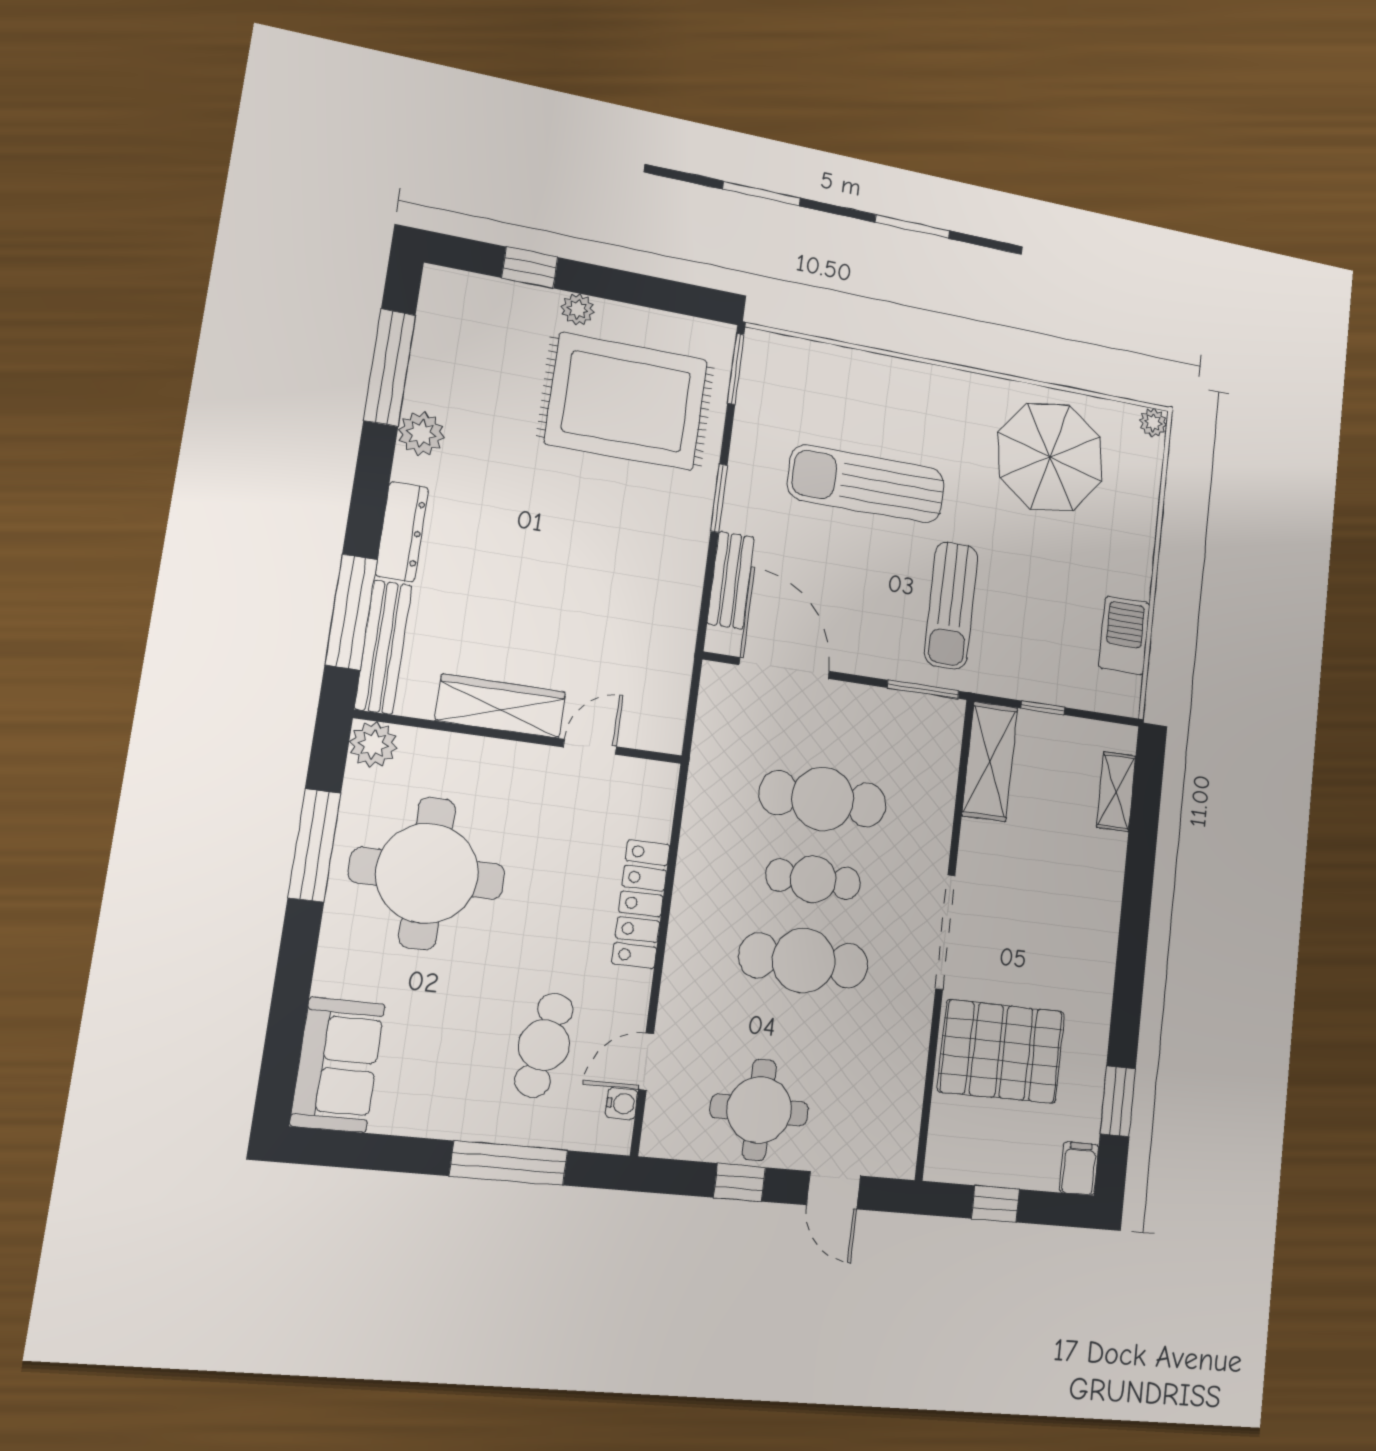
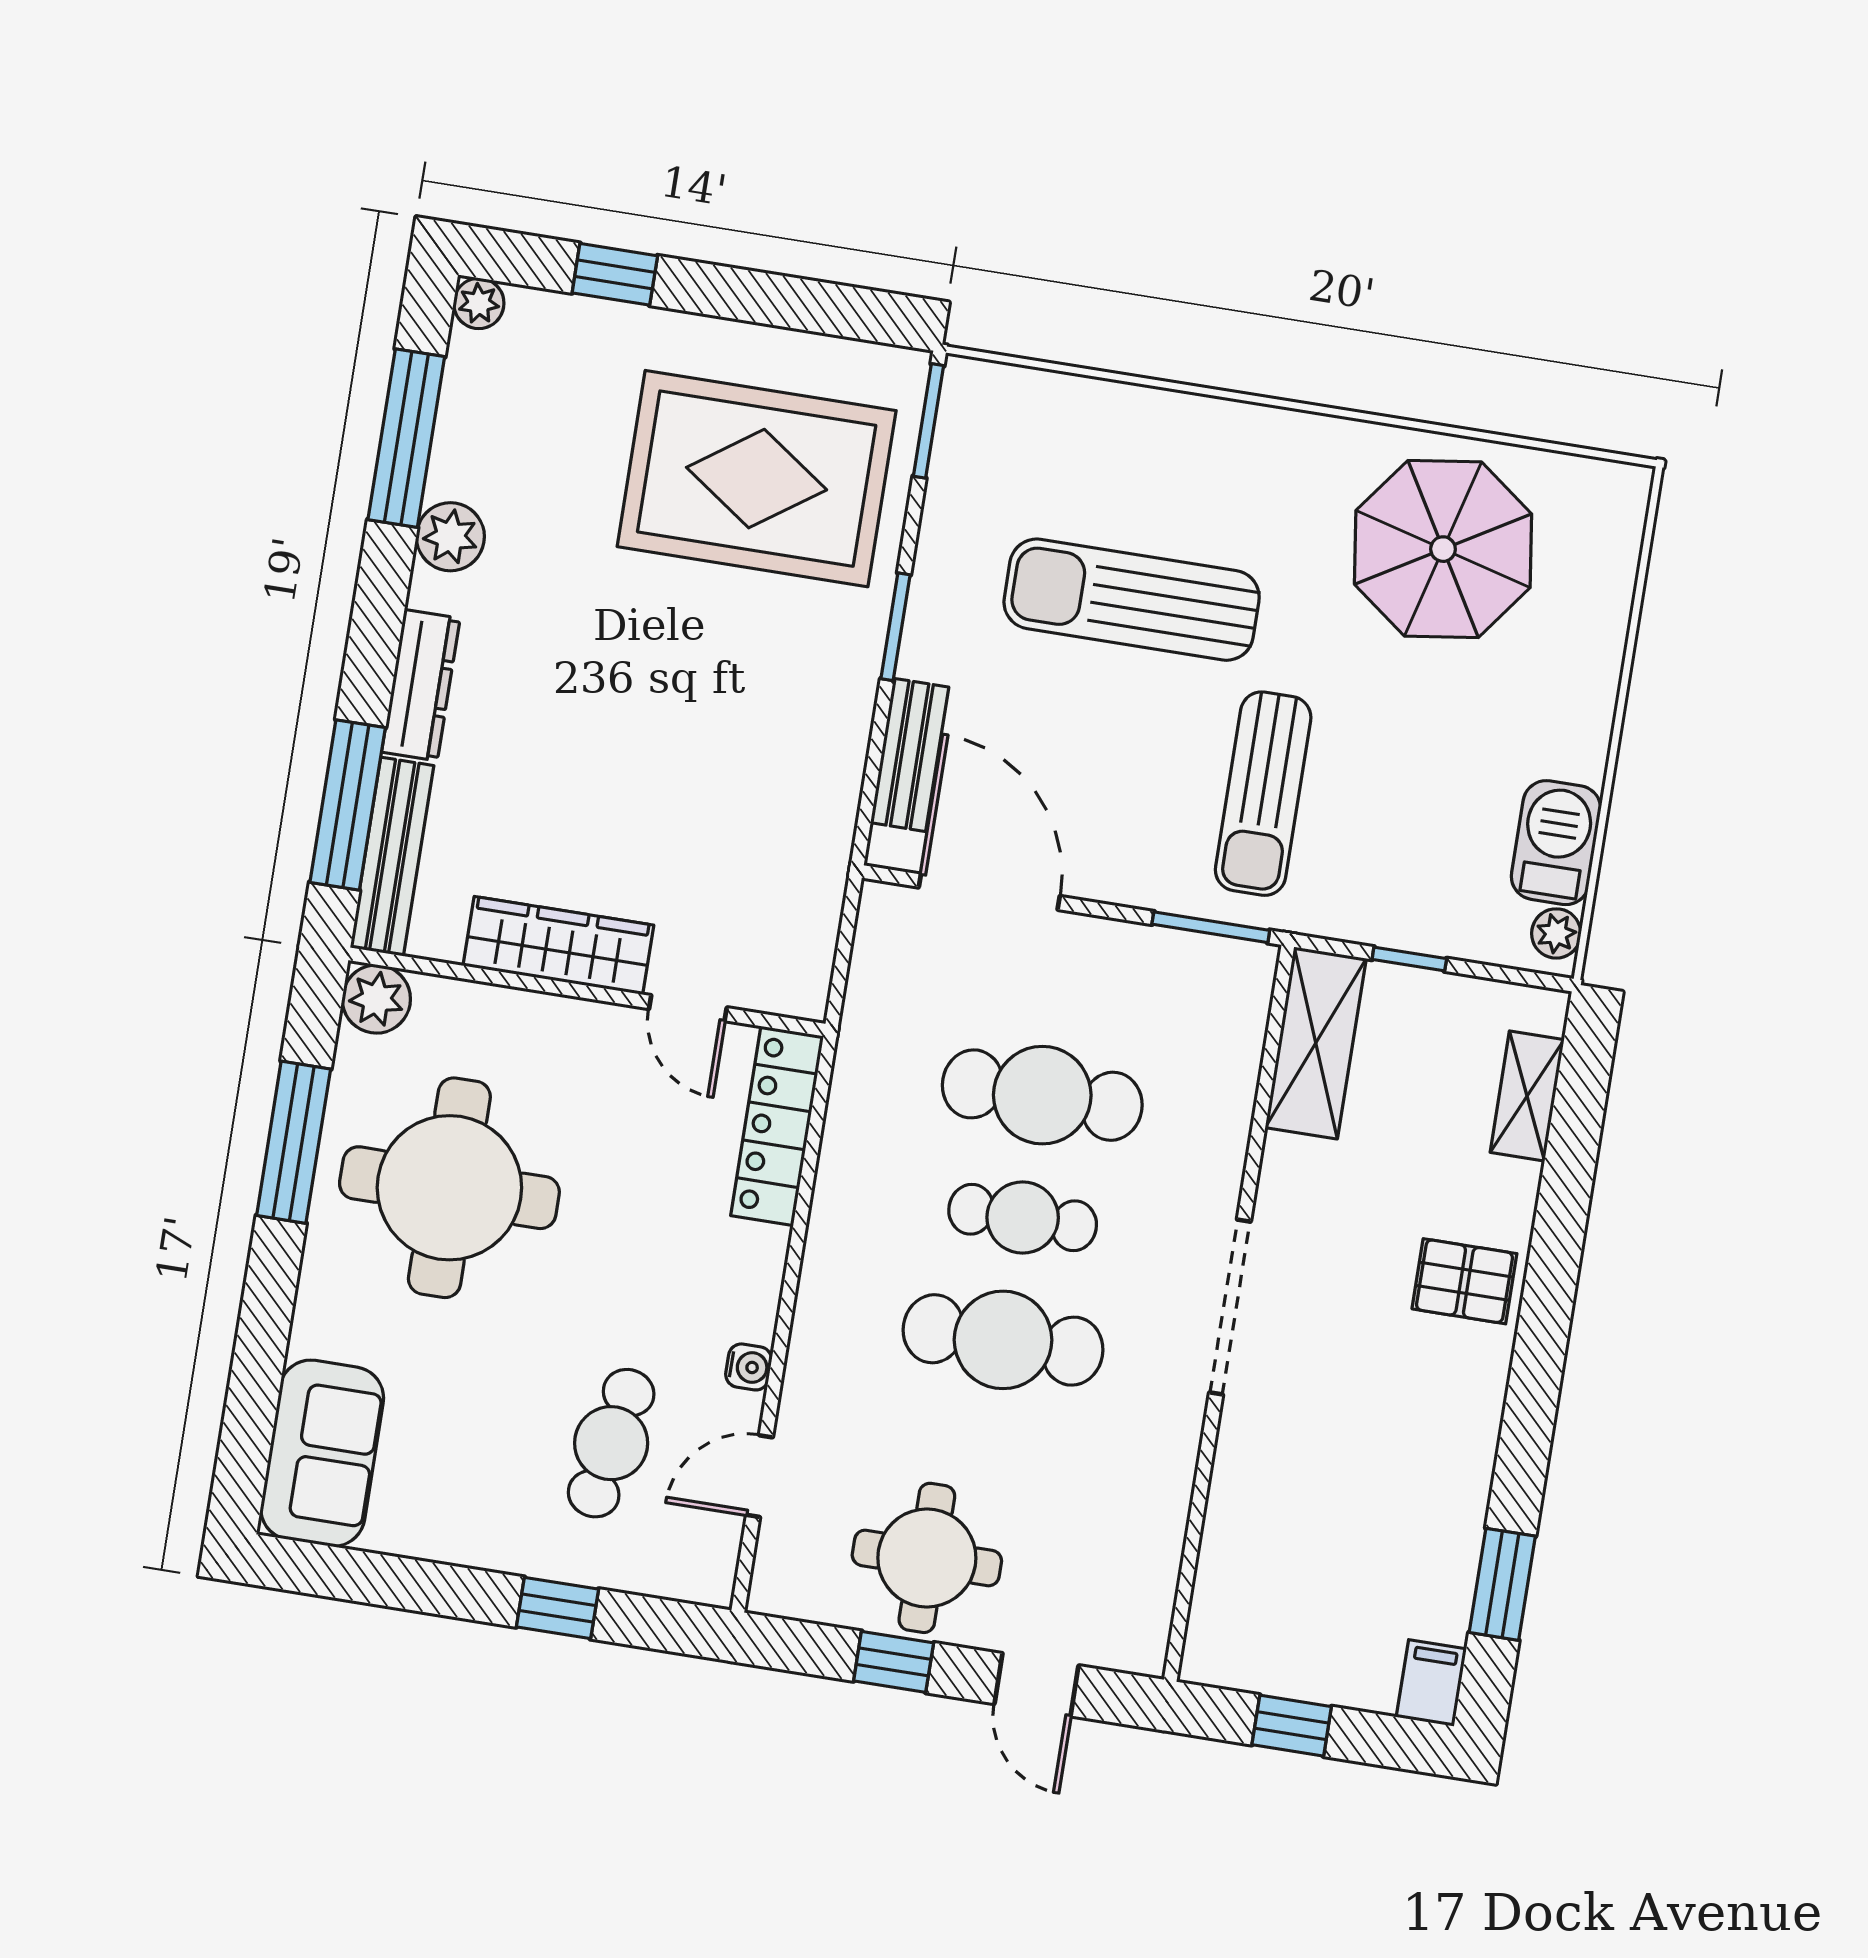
plant: (578, 309) -> (479, 303), moved
plant: (1153, 423) -> (1556, 933), moved
door: (590, 747) -> (688, 1008), swing flipped
locker: (641, 904) -> (777, 1126), moved
pallet: (1001, 1052) -> (1464, 1281), moved, width x0.49, depth x0.50
water cooler: (622, 1104) -> (749, 1367), moved
window: (509, 1163) -> (557, 1608), width x0.46

